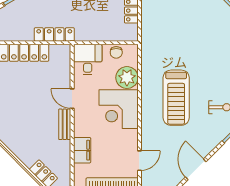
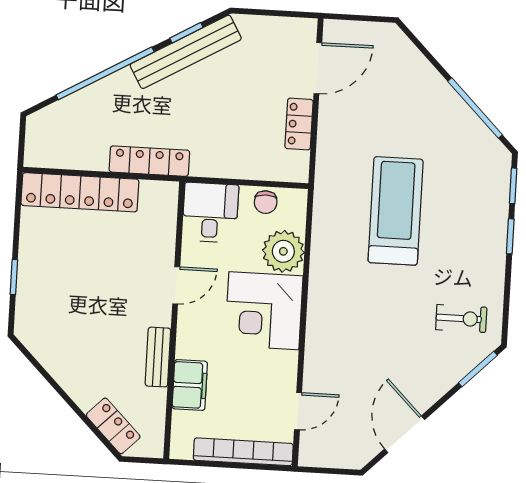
treadmill: (176, 98) -> (396, 211), moved, turned 180
door: (72, 99) -> (176, 285), swing flipped
bench: (65, 124) -> (158, 357), moved

